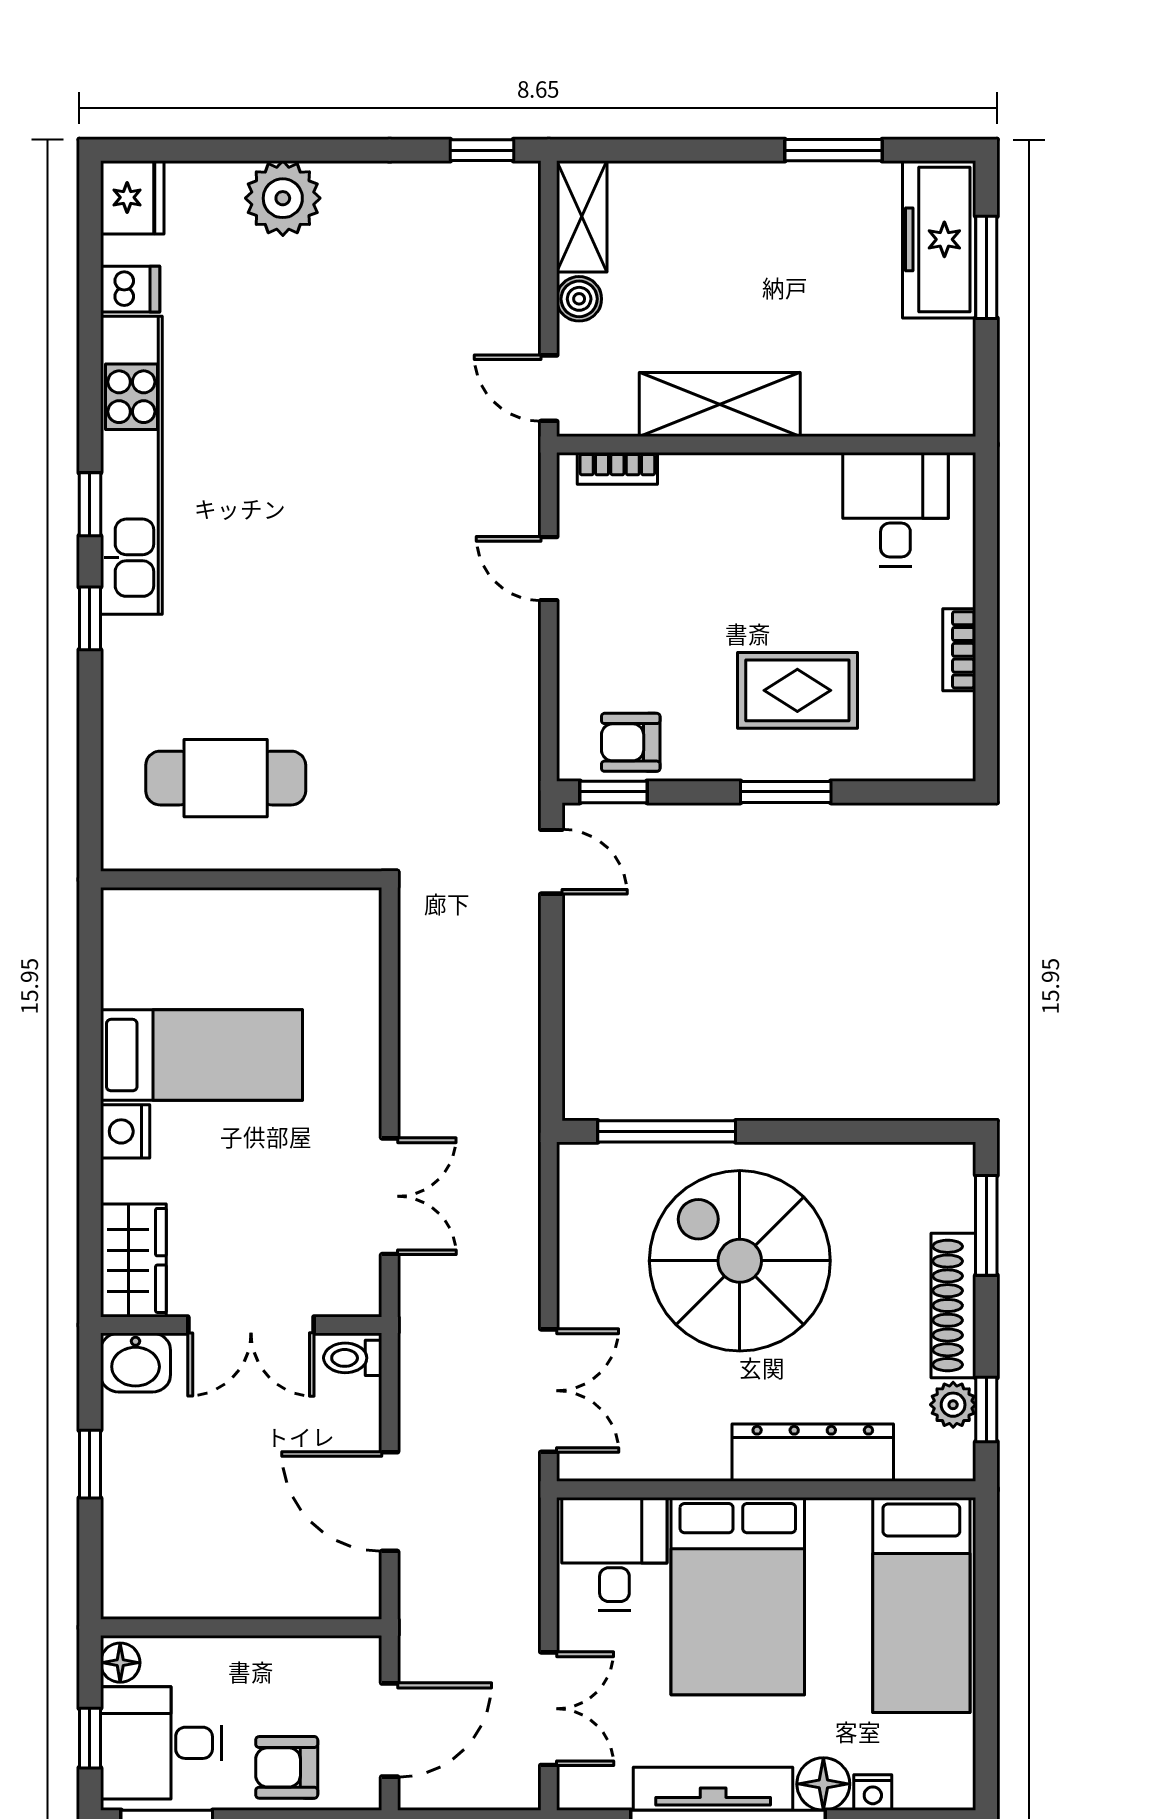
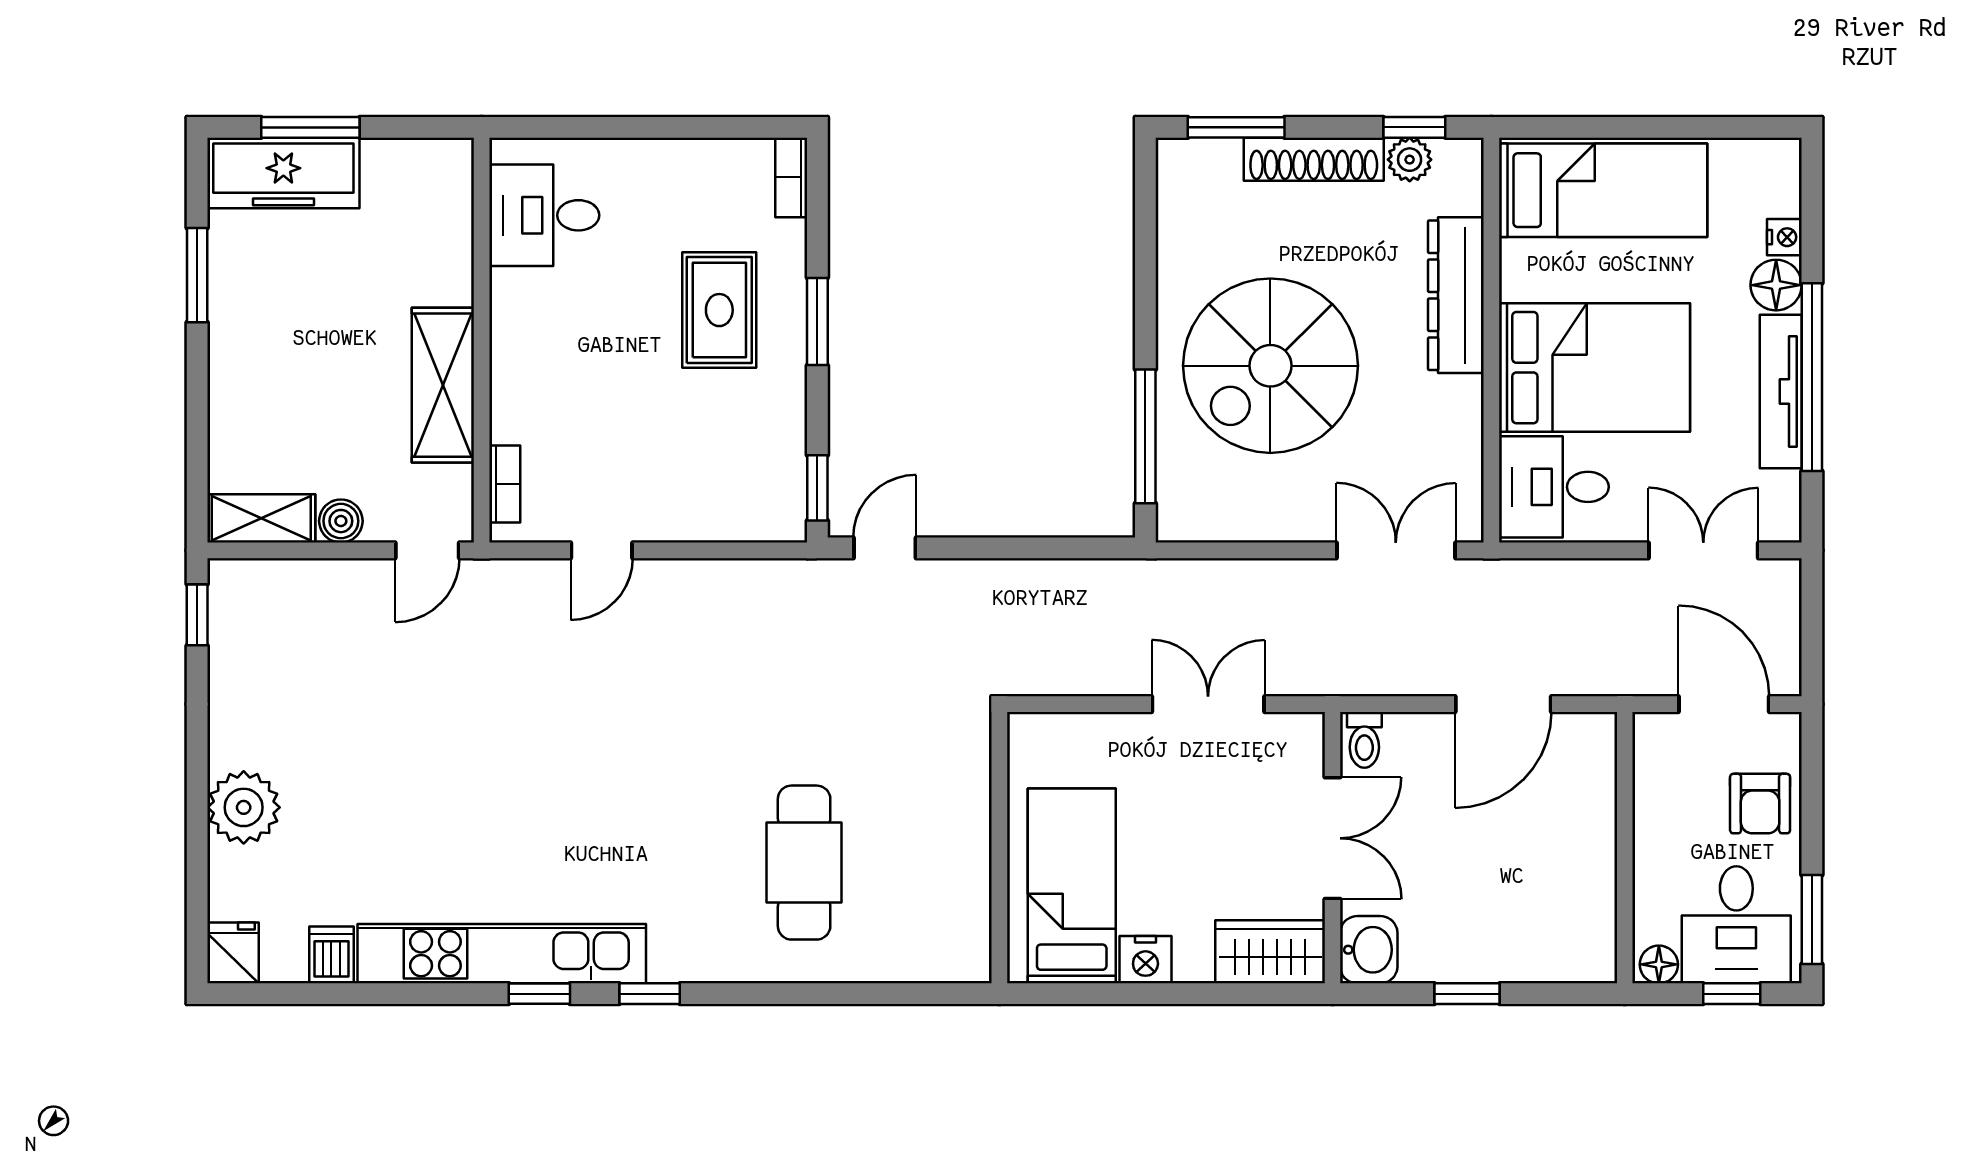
fridge: (132, 197) -> (233, 953), width x0.72
bookcase: (959, 650) -> (791, 177), moved, turned 90
armchair: (631, 742) -> (769, 471), removed
wall: (241, 879) -> (999, 848), moved

